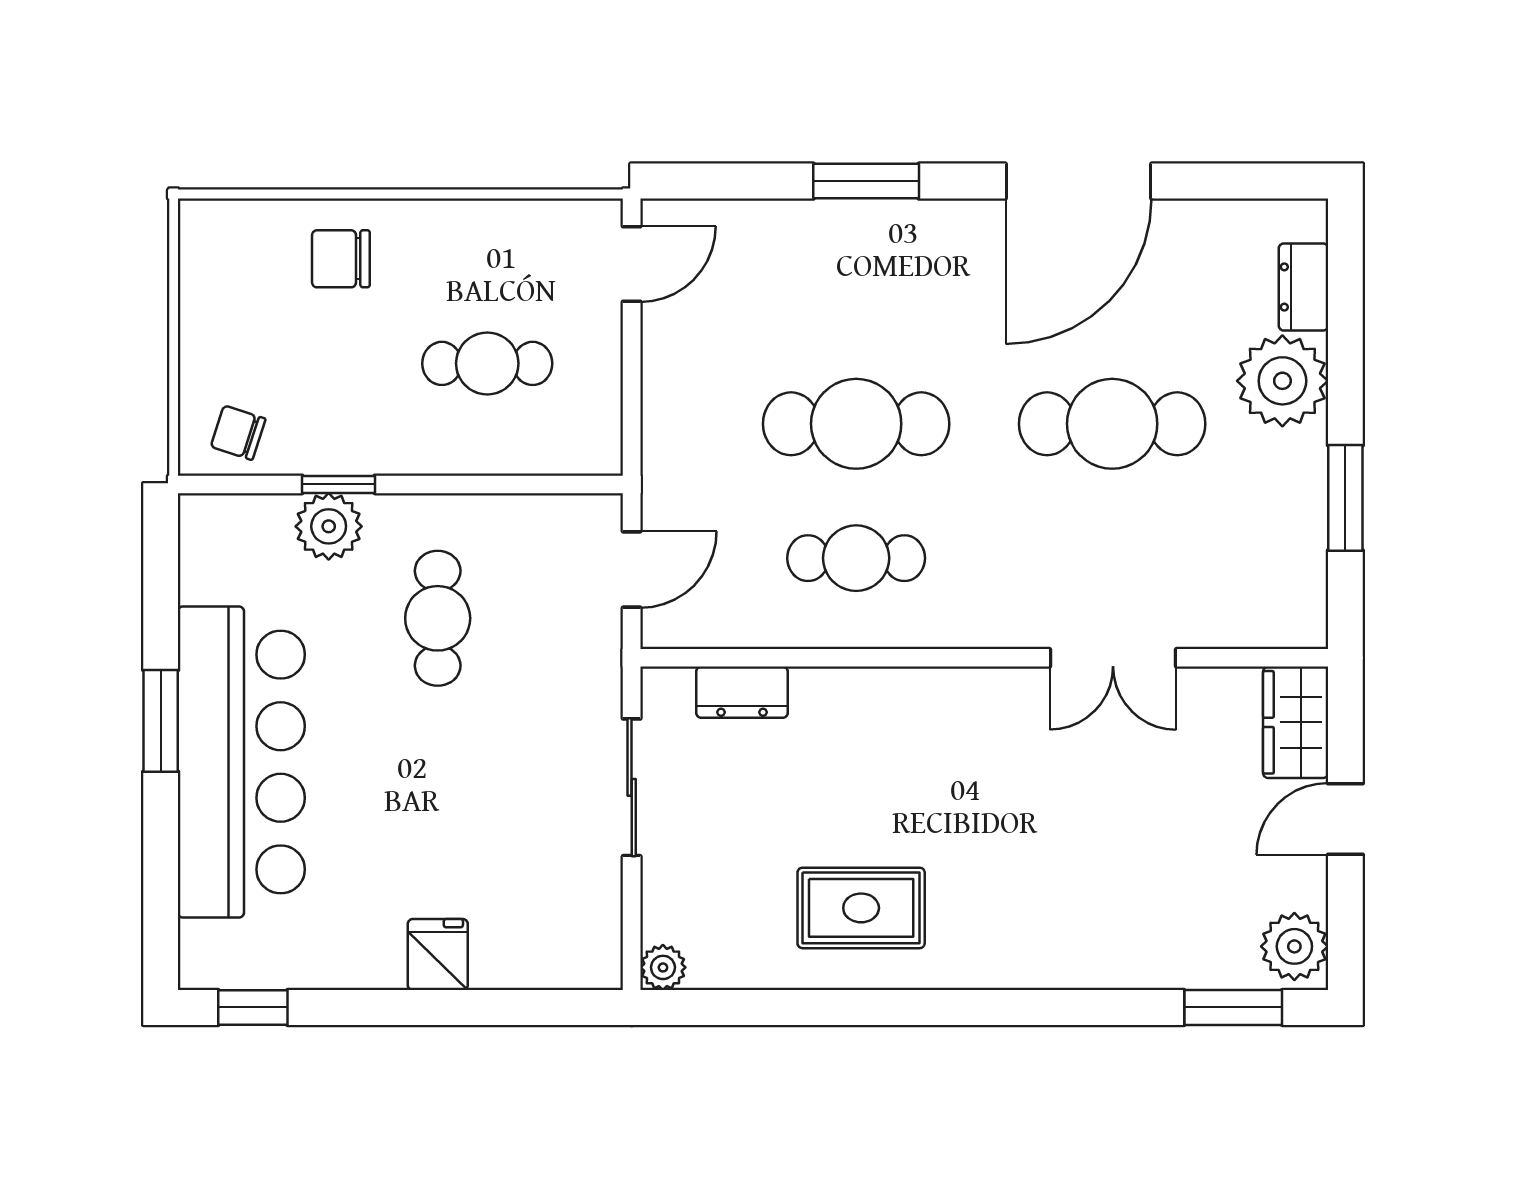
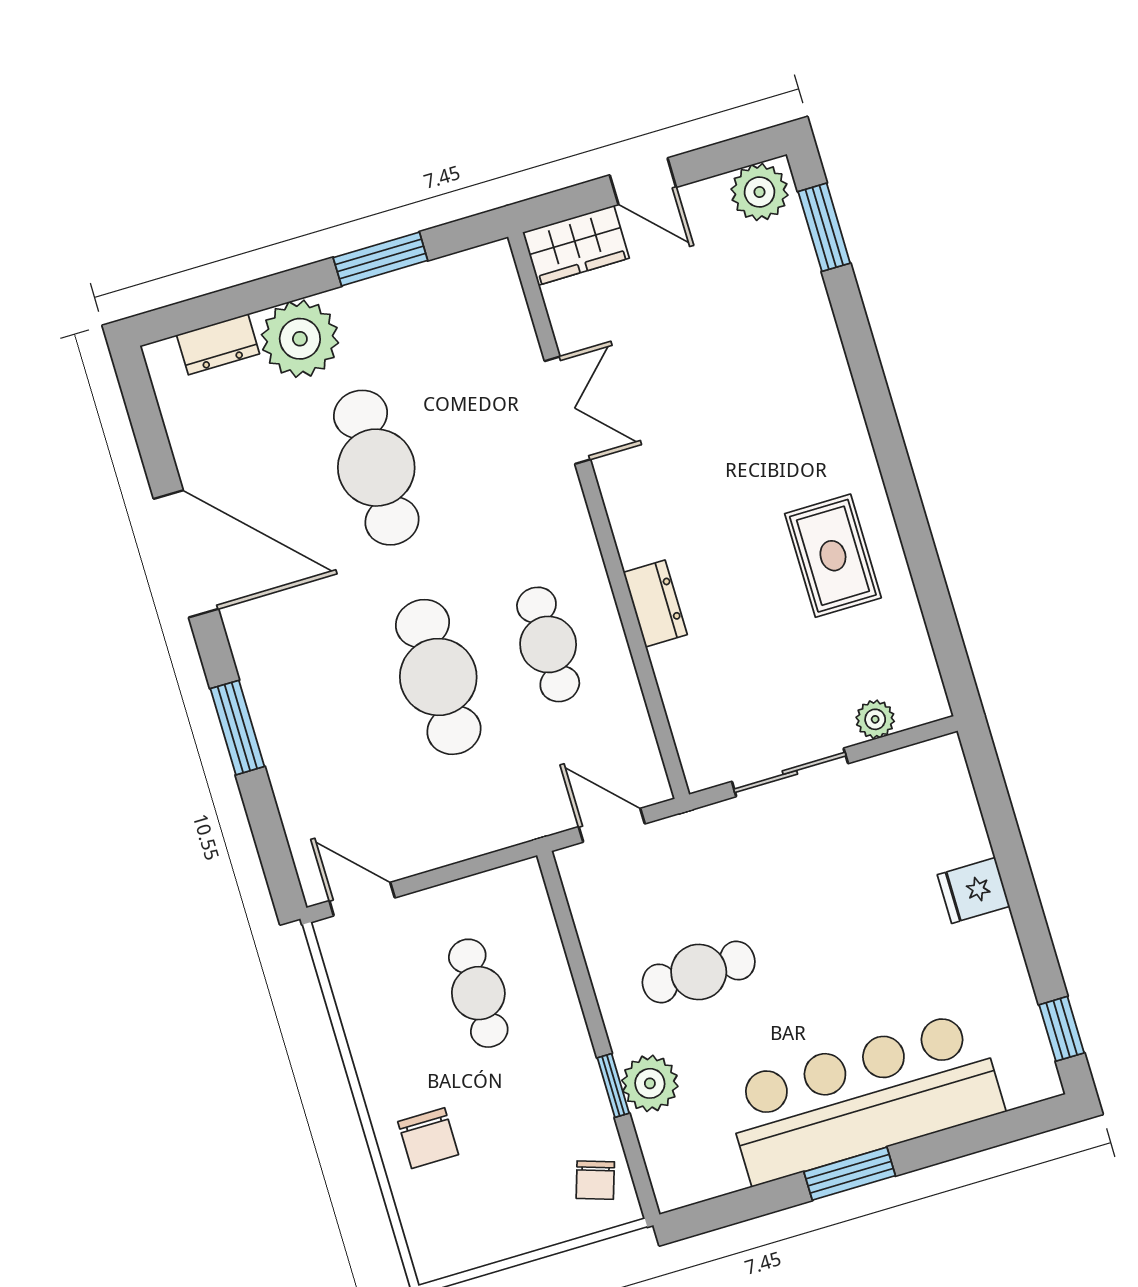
dresser: (742, 692) -> (655, 603), moved
plant: (663, 967) -> (875, 719), moved

